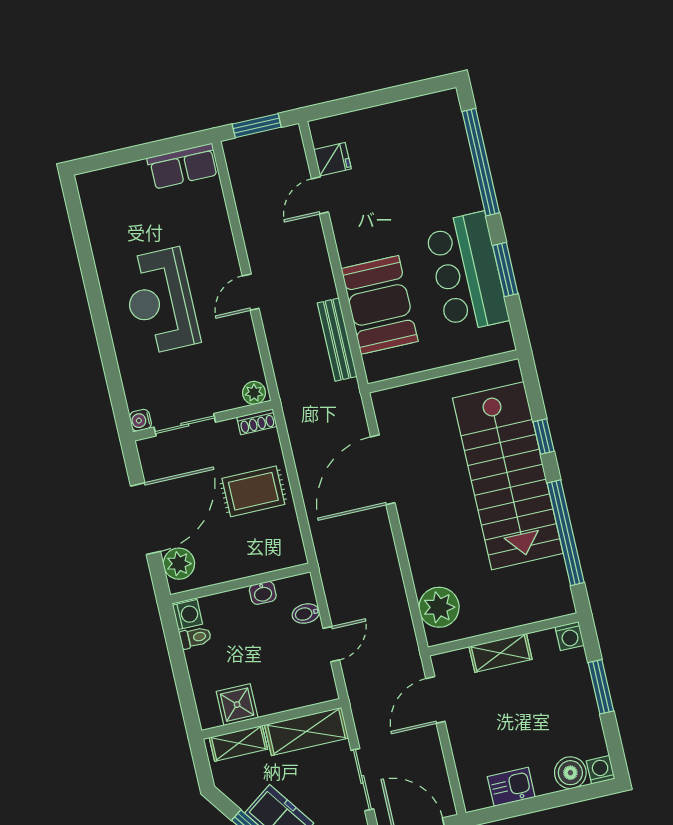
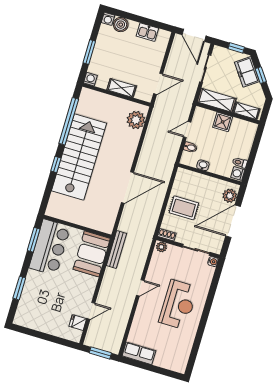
window: (481, 162) -> (19, 288), width x0.47
wall: (443, 371) -> (77, 227), moved
shower: (237, 705) -> (223, 122), moved

